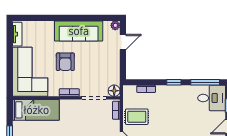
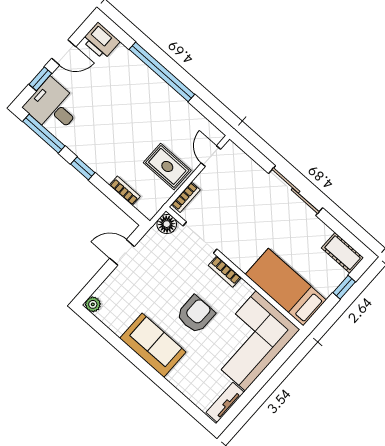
sofa: (79, 31) -> (153, 345), width x0.73
door: (123, 42) -> (122, 252), moved

